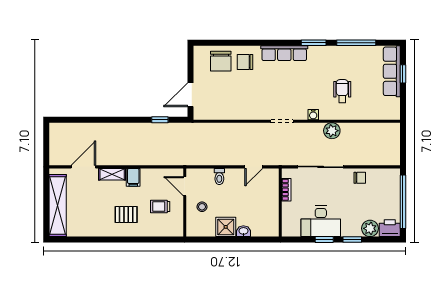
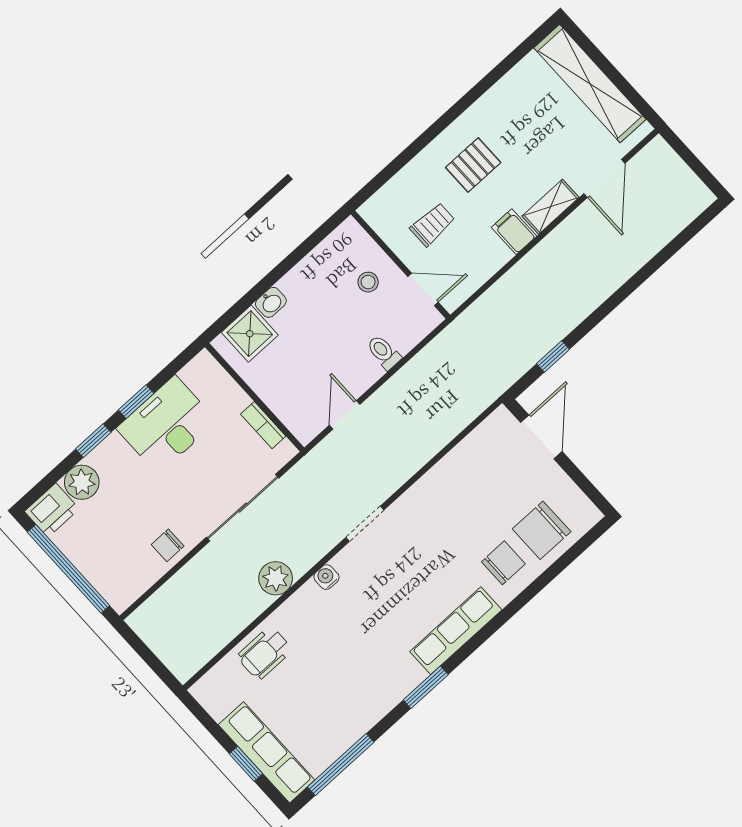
window: (356, 43) -> (341, 765), moved
chair: (221, 61) -> (542, 530), turned -90
wheelchair: (342, 91) -> (265, 653), moved, turned 90
shower: (226, 227) -> (250, 334), moved

